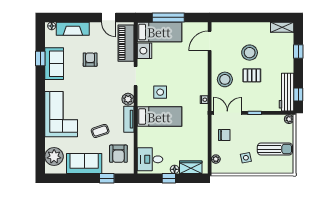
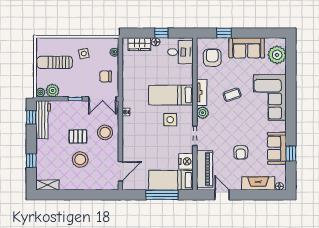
plant: (277, 121) -> (53, 91), added
coffee table: (100, 131) -> (232, 95), moved

